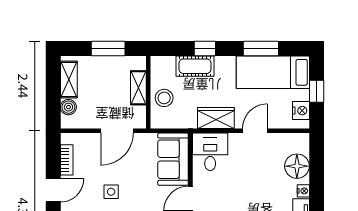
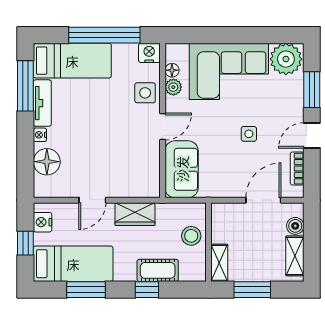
shelving: (138, 88) -> (219, 263), moved
door: (117, 131) -> (263, 200), moved
desk: (210, 152) -> (141, 177), removed

